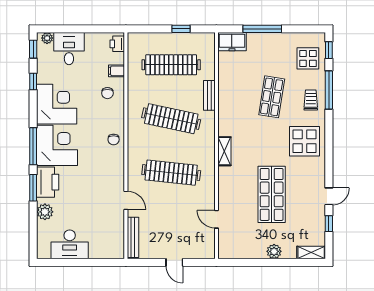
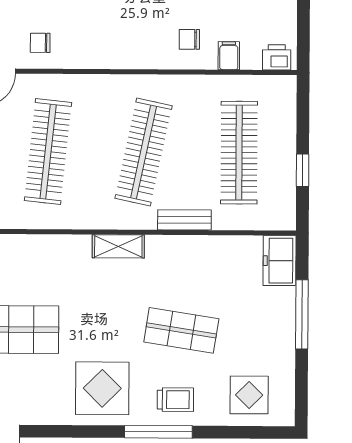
window: (329, 50) -> (264, 432), removed
window: (329, 90) -> (158, 432), moved
chair: (114, 139) -> (40, 43), moved
shelving: (224, 151) -> (118, 246), moved

